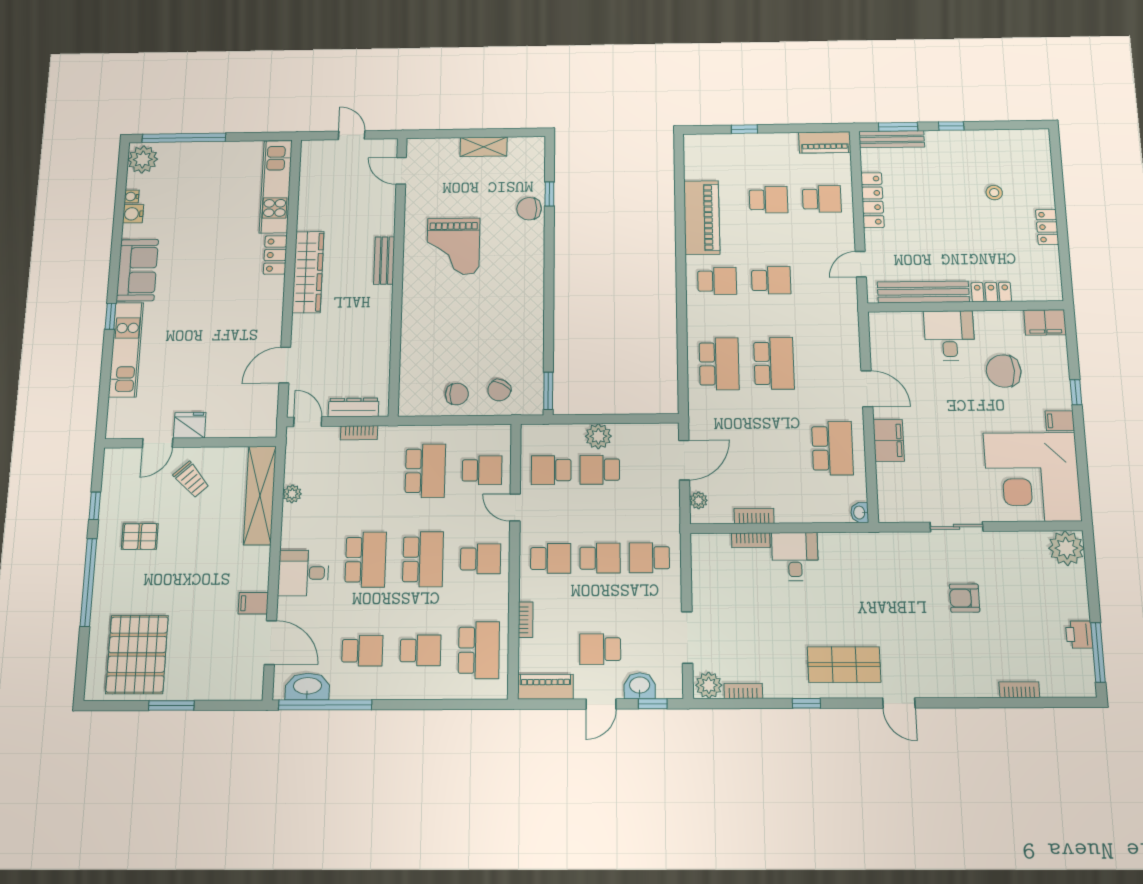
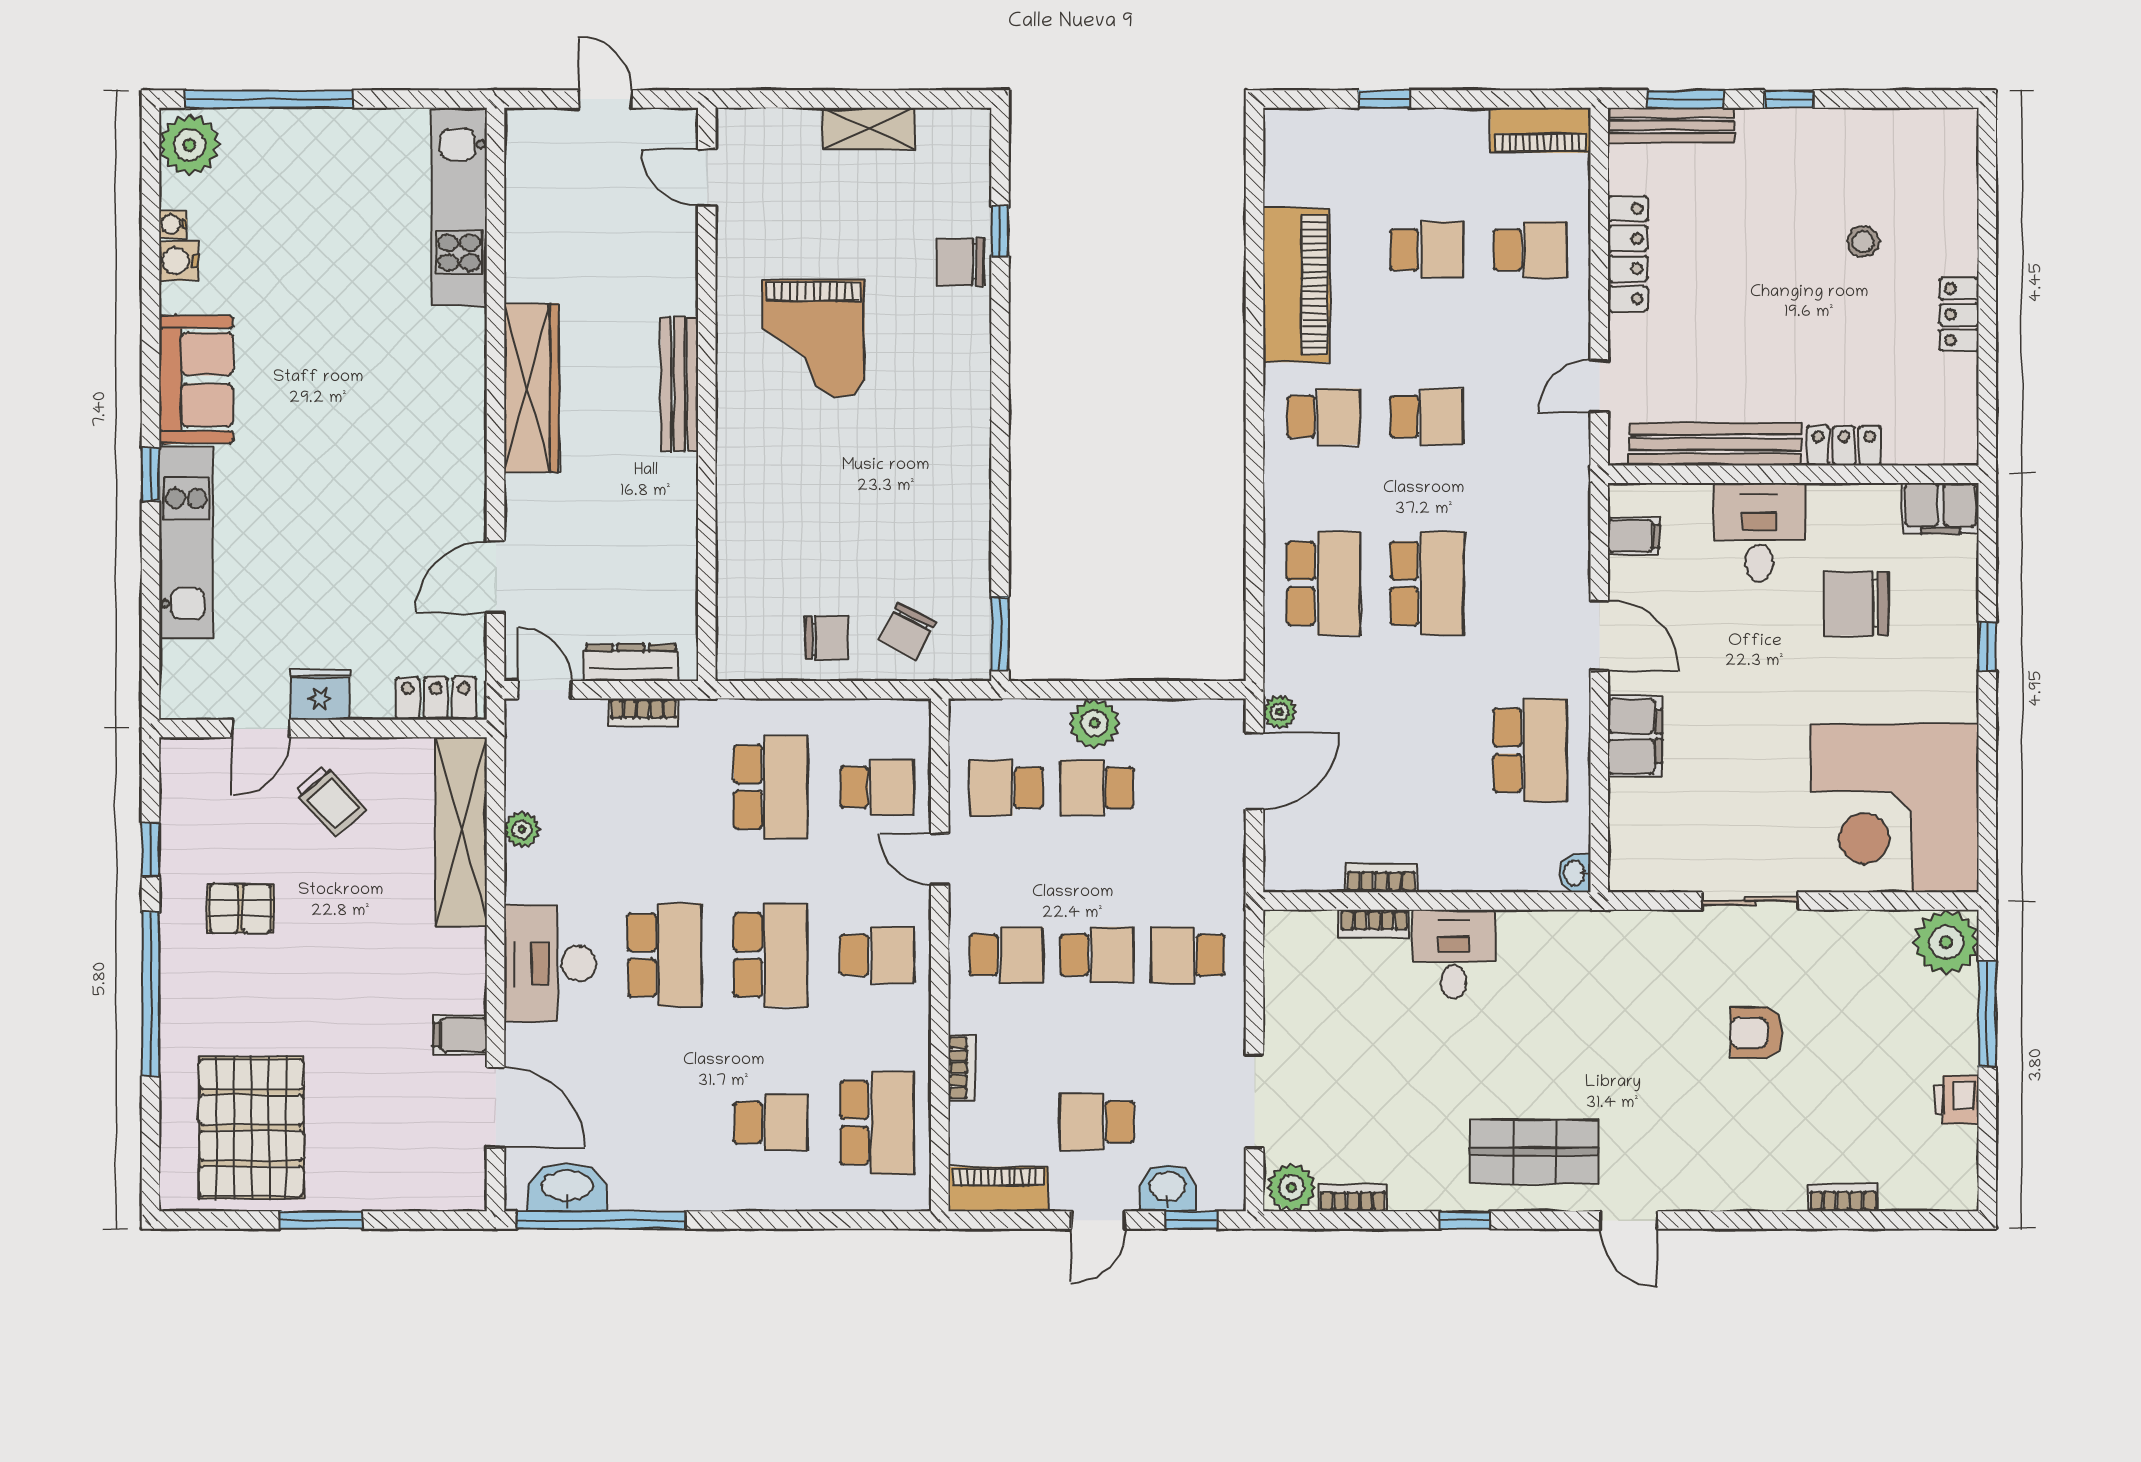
locker: (275, 255) -> (436, 699), moved, turned 90
bench: (384, 261) -> (679, 384), width x1.36
filing cabinet: (1060, 421) -> (1634, 536), moved, turned 180
plant: (699, 500) -> (1280, 712), moved
desk: (303, 573) -> (550, 963), width x1.37
school desk: (362, 651) -> (664, 1123), removed
window: (1098, 652) -> (1987, 1014), moved

